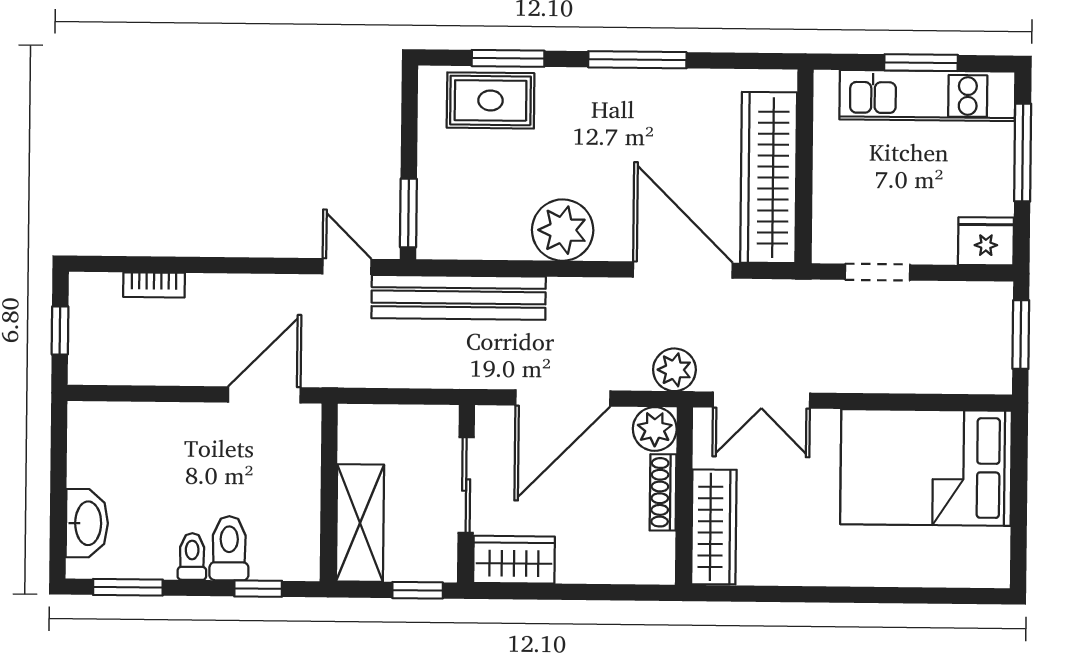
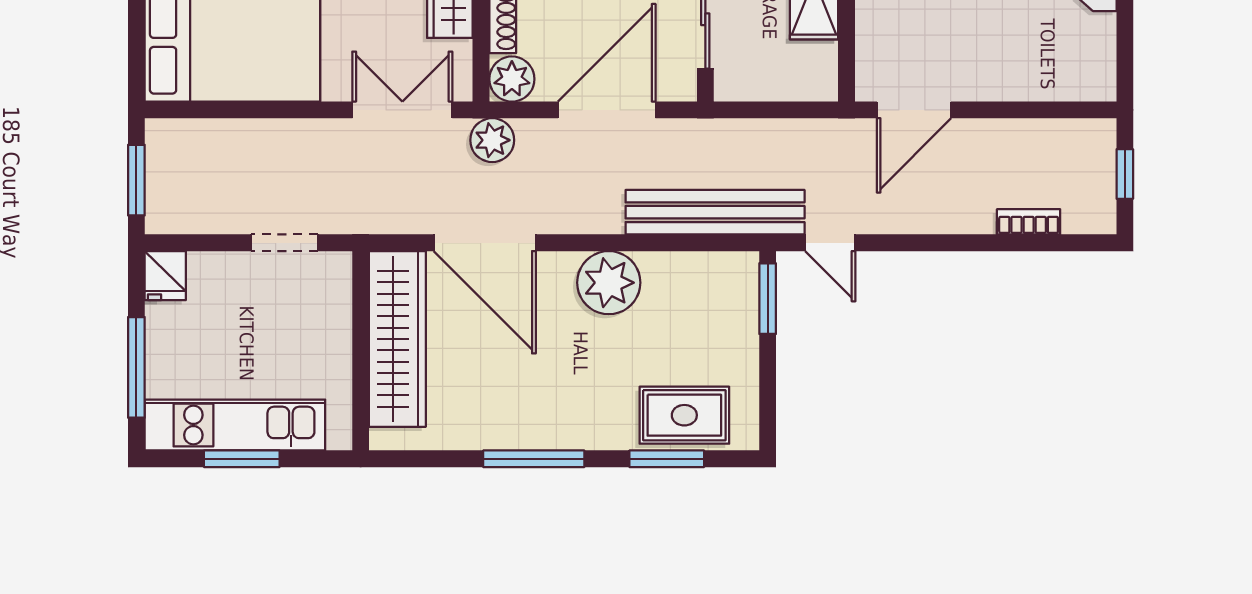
fridge: (986, 241) -> (165, 276), width x0.72

